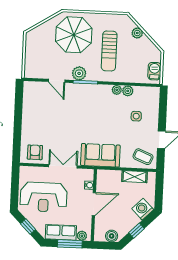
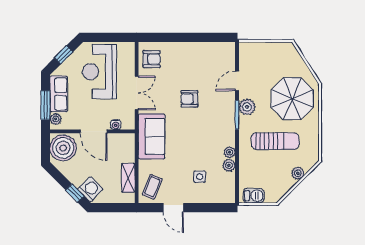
sun lounger: (109, 51) -> (275, 141), turned 180
armchair: (70, 122) -> (189, 99), added
window: (136, 231) -> (75, 193), moved
boiler: (112, 236) -> (63, 148), width x1.86, depth x1.86

